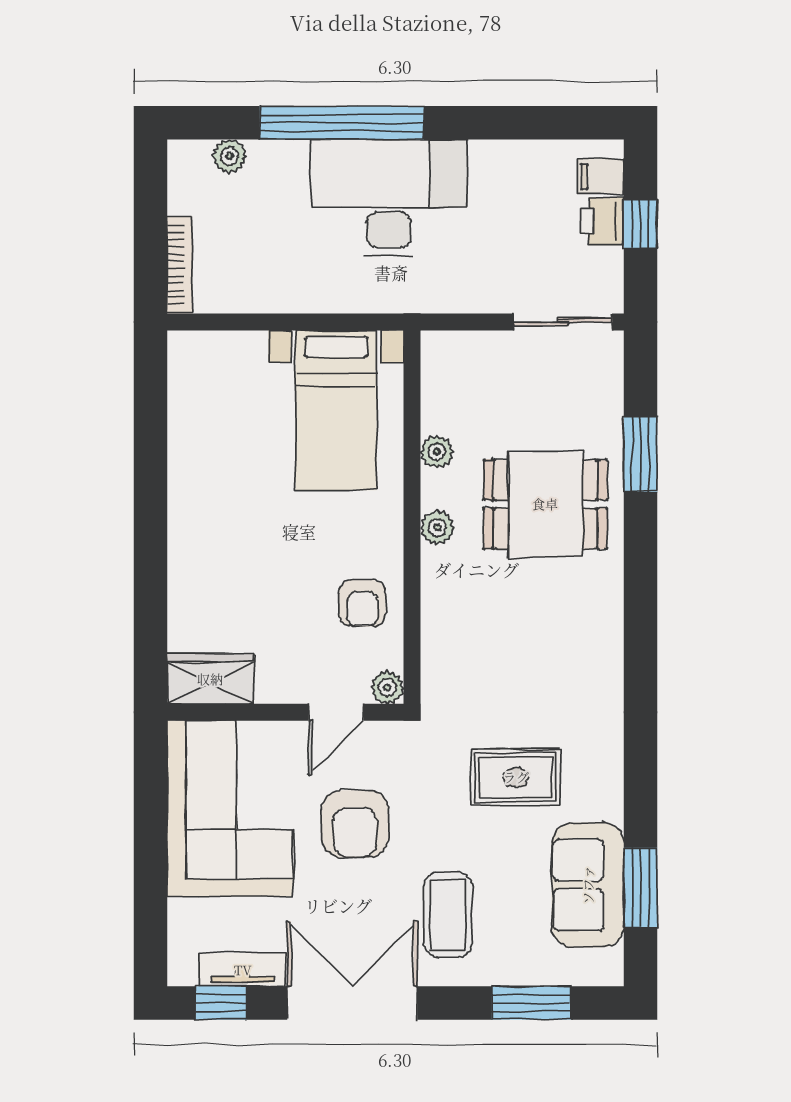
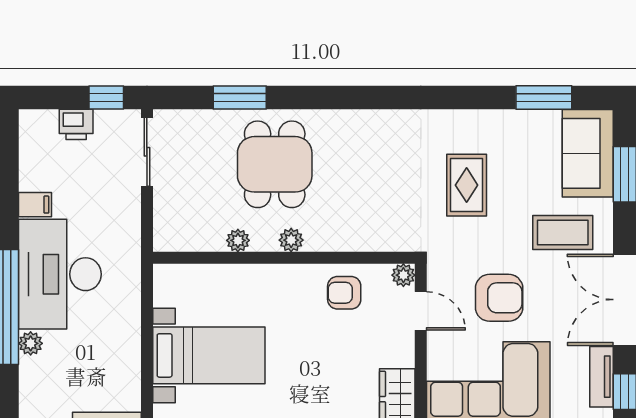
plant: (229, 156) -> (31, 343), moved
filing cabinet: (601, 177) -> (35, 205), moved, turned -90
window: (640, 224) -> (106, 98), moved
bed with nightstands: (336, 410) -> (209, 355), moved
armchair: (362, 603) -> (344, 293), turned 180
sofa: (588, 885) -> (588, 153), moved, turned 90

